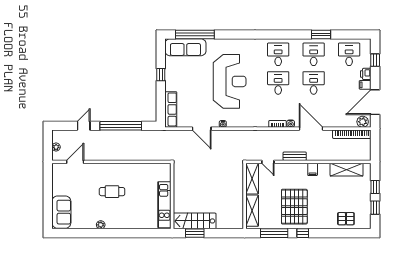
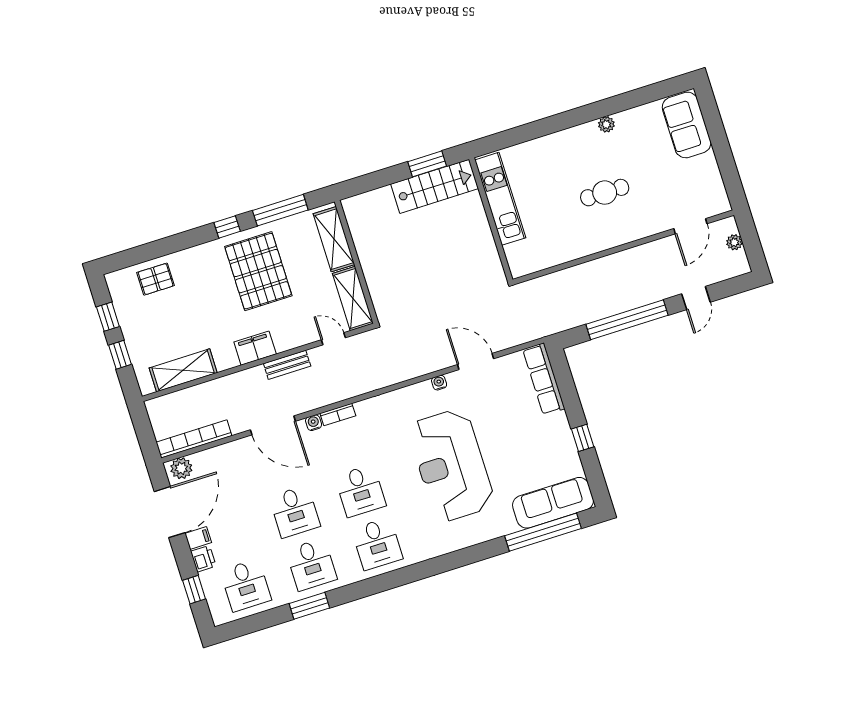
filing cabinet: (313, 169) -> (255, 348), width x2.00

